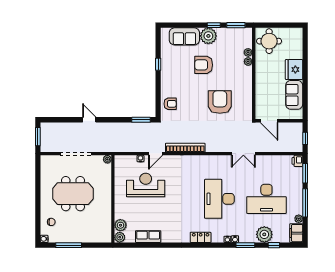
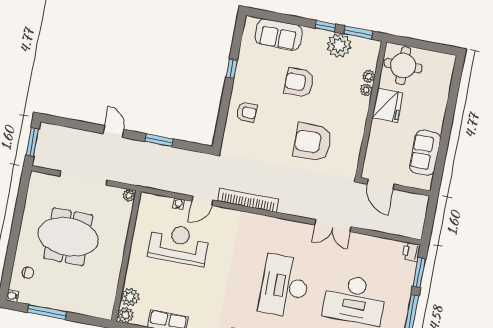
plant: (208, 36) -> (339, 45), moved
fridge: (294, 70) -> (387, 105), moved, turned 180
armchair: (220, 102) -> (313, 142), turned -90
armchair: (170, 104) -> (247, 112), moved
window: (141, 120) -> (159, 140), moved
window: (305, 138) -> (429, 220), removed

